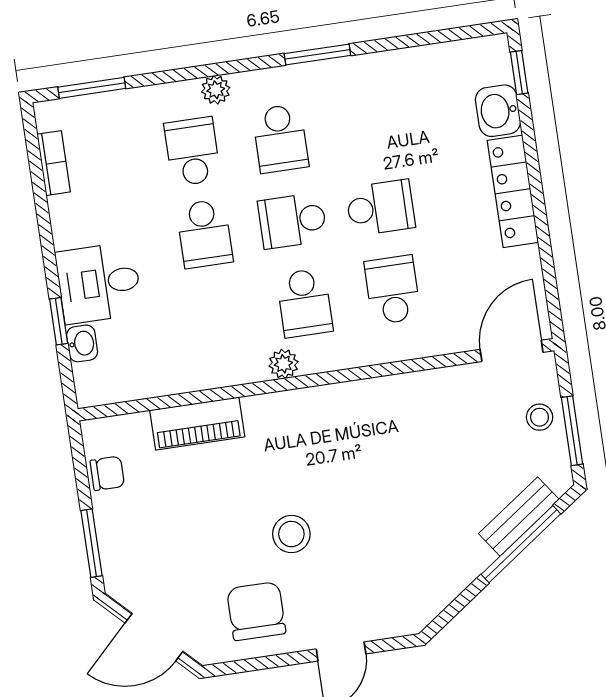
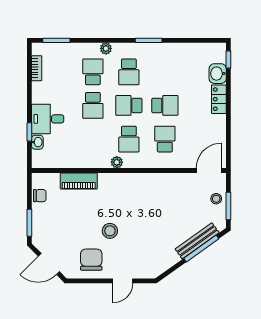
locker: (513, 191) -> (219, 99), width x0.66
bench: (519, 517) -> (197, 241), width x1.36

